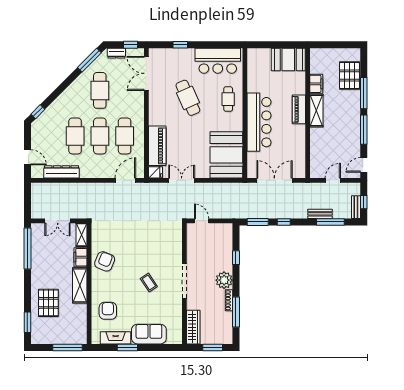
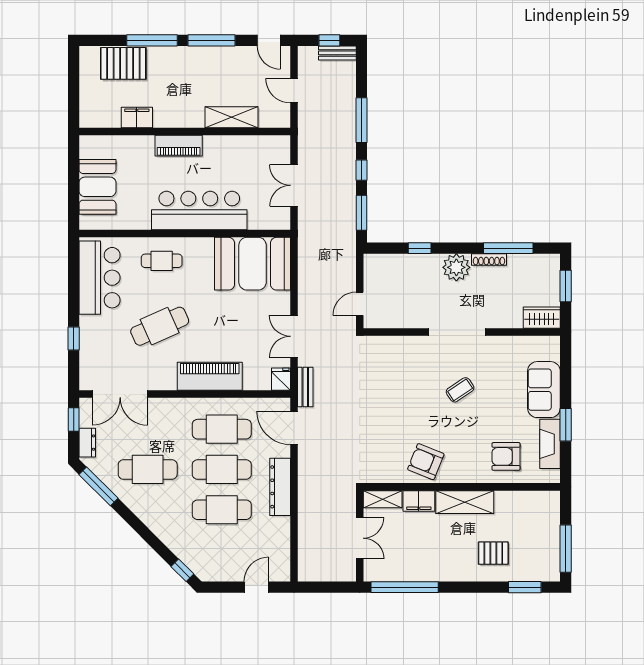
booth: (288, 60) -> (97, 187), moved
shelving: (316, 110) -> (232, 117), moved
piano: (157, 146) -> (210, 376), moved
dresser: (61, 172) -> (280, 487), moved
double door: (274, 180) -> (294, 185), width x0.73
bench: (320, 214) -> (305, 387), moved
window: (330, 222) -> (362, 120), moved
pallet: (48, 303) -> (493, 553), width x0.67, depth x0.71
wardrobe: (193, 327) -> (542, 318), width x0.67
window: (67, 347) -> (566, 549), moved

